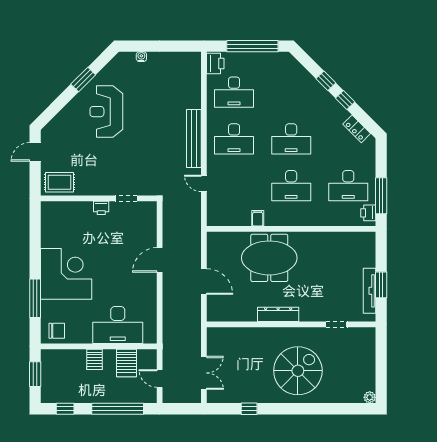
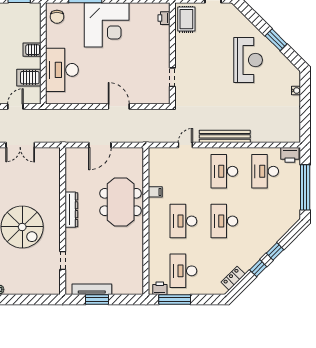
reception desk: (106, 112) -> (248, 60), turned 90
printer: (101, 208) -> (164, 18), moved

